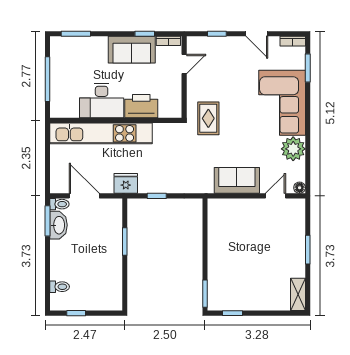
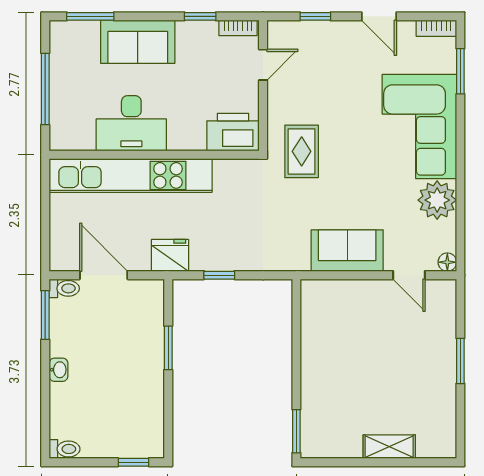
sofa: (132, 50) -> (138, 42), moved
printer: (141, 106) -> (233, 132), moved
door: (276, 196) -> (409, 275), swing flipped
washbasin: (59, 225) -> (58, 370), moved, width x0.52, depth x0.69
toilet: (60, 287) -> (64, 449), moved
shelving: (298, 294) -> (389, 447), moved, turned 90
window: (76, 313) -> (134, 462), moved
window: (233, 313) -> (340, 462), removed

